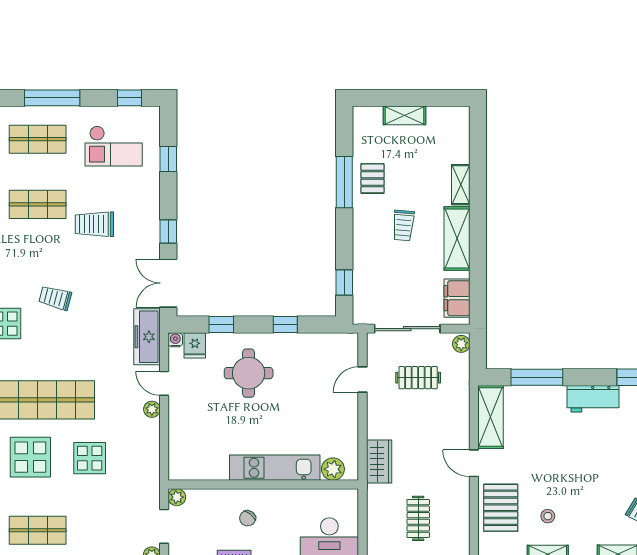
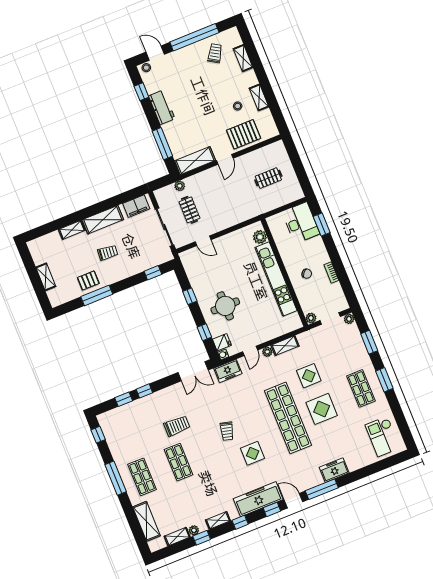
checkout: (114, 146) -> (129, 433), removed
trolley: (94, 224) -> (177, 426), turned -90
window: (168, 231) -> (144, 391), moved
freezer: (147, 337) -> (228, 371), width x0.71
plant: (461, 344) -> (180, 186), moved
shelving: (151, 440) -> (285, 346), added
wardrobe: (379, 461) -> (245, 213), removed
kitchen unit: (275, 468) -> (276, 279), width x1.36

